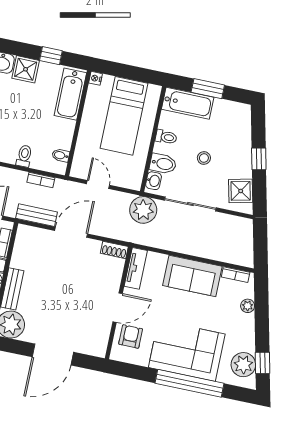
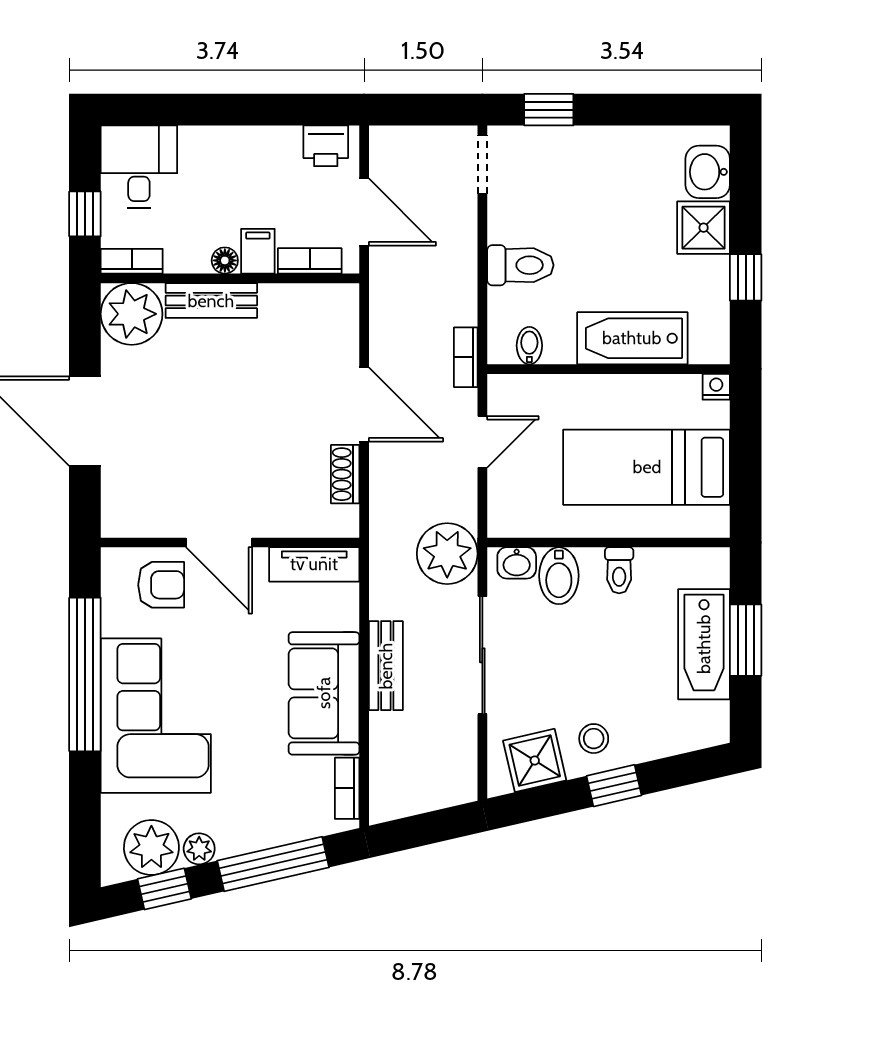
bathtub: (70, 94) -> (632, 338), moved
bathtub: (188, 103) -> (704, 644), moved
toilet: (24, 156) -> (520, 265), width x1.37, depth x1.39
stool: (204, 158) -> (594, 739), moved
bookcase: (41, 180) -> (466, 357), moved
bench: (37, 215) -> (386, 666), moved
shoe rack: (114, 250) -> (345, 474), moved
plant: (248, 306) -> (199, 849), moved
window: (262, 314) -> (273, 864), added
window: (189, 383) -> (85, 674), moved

